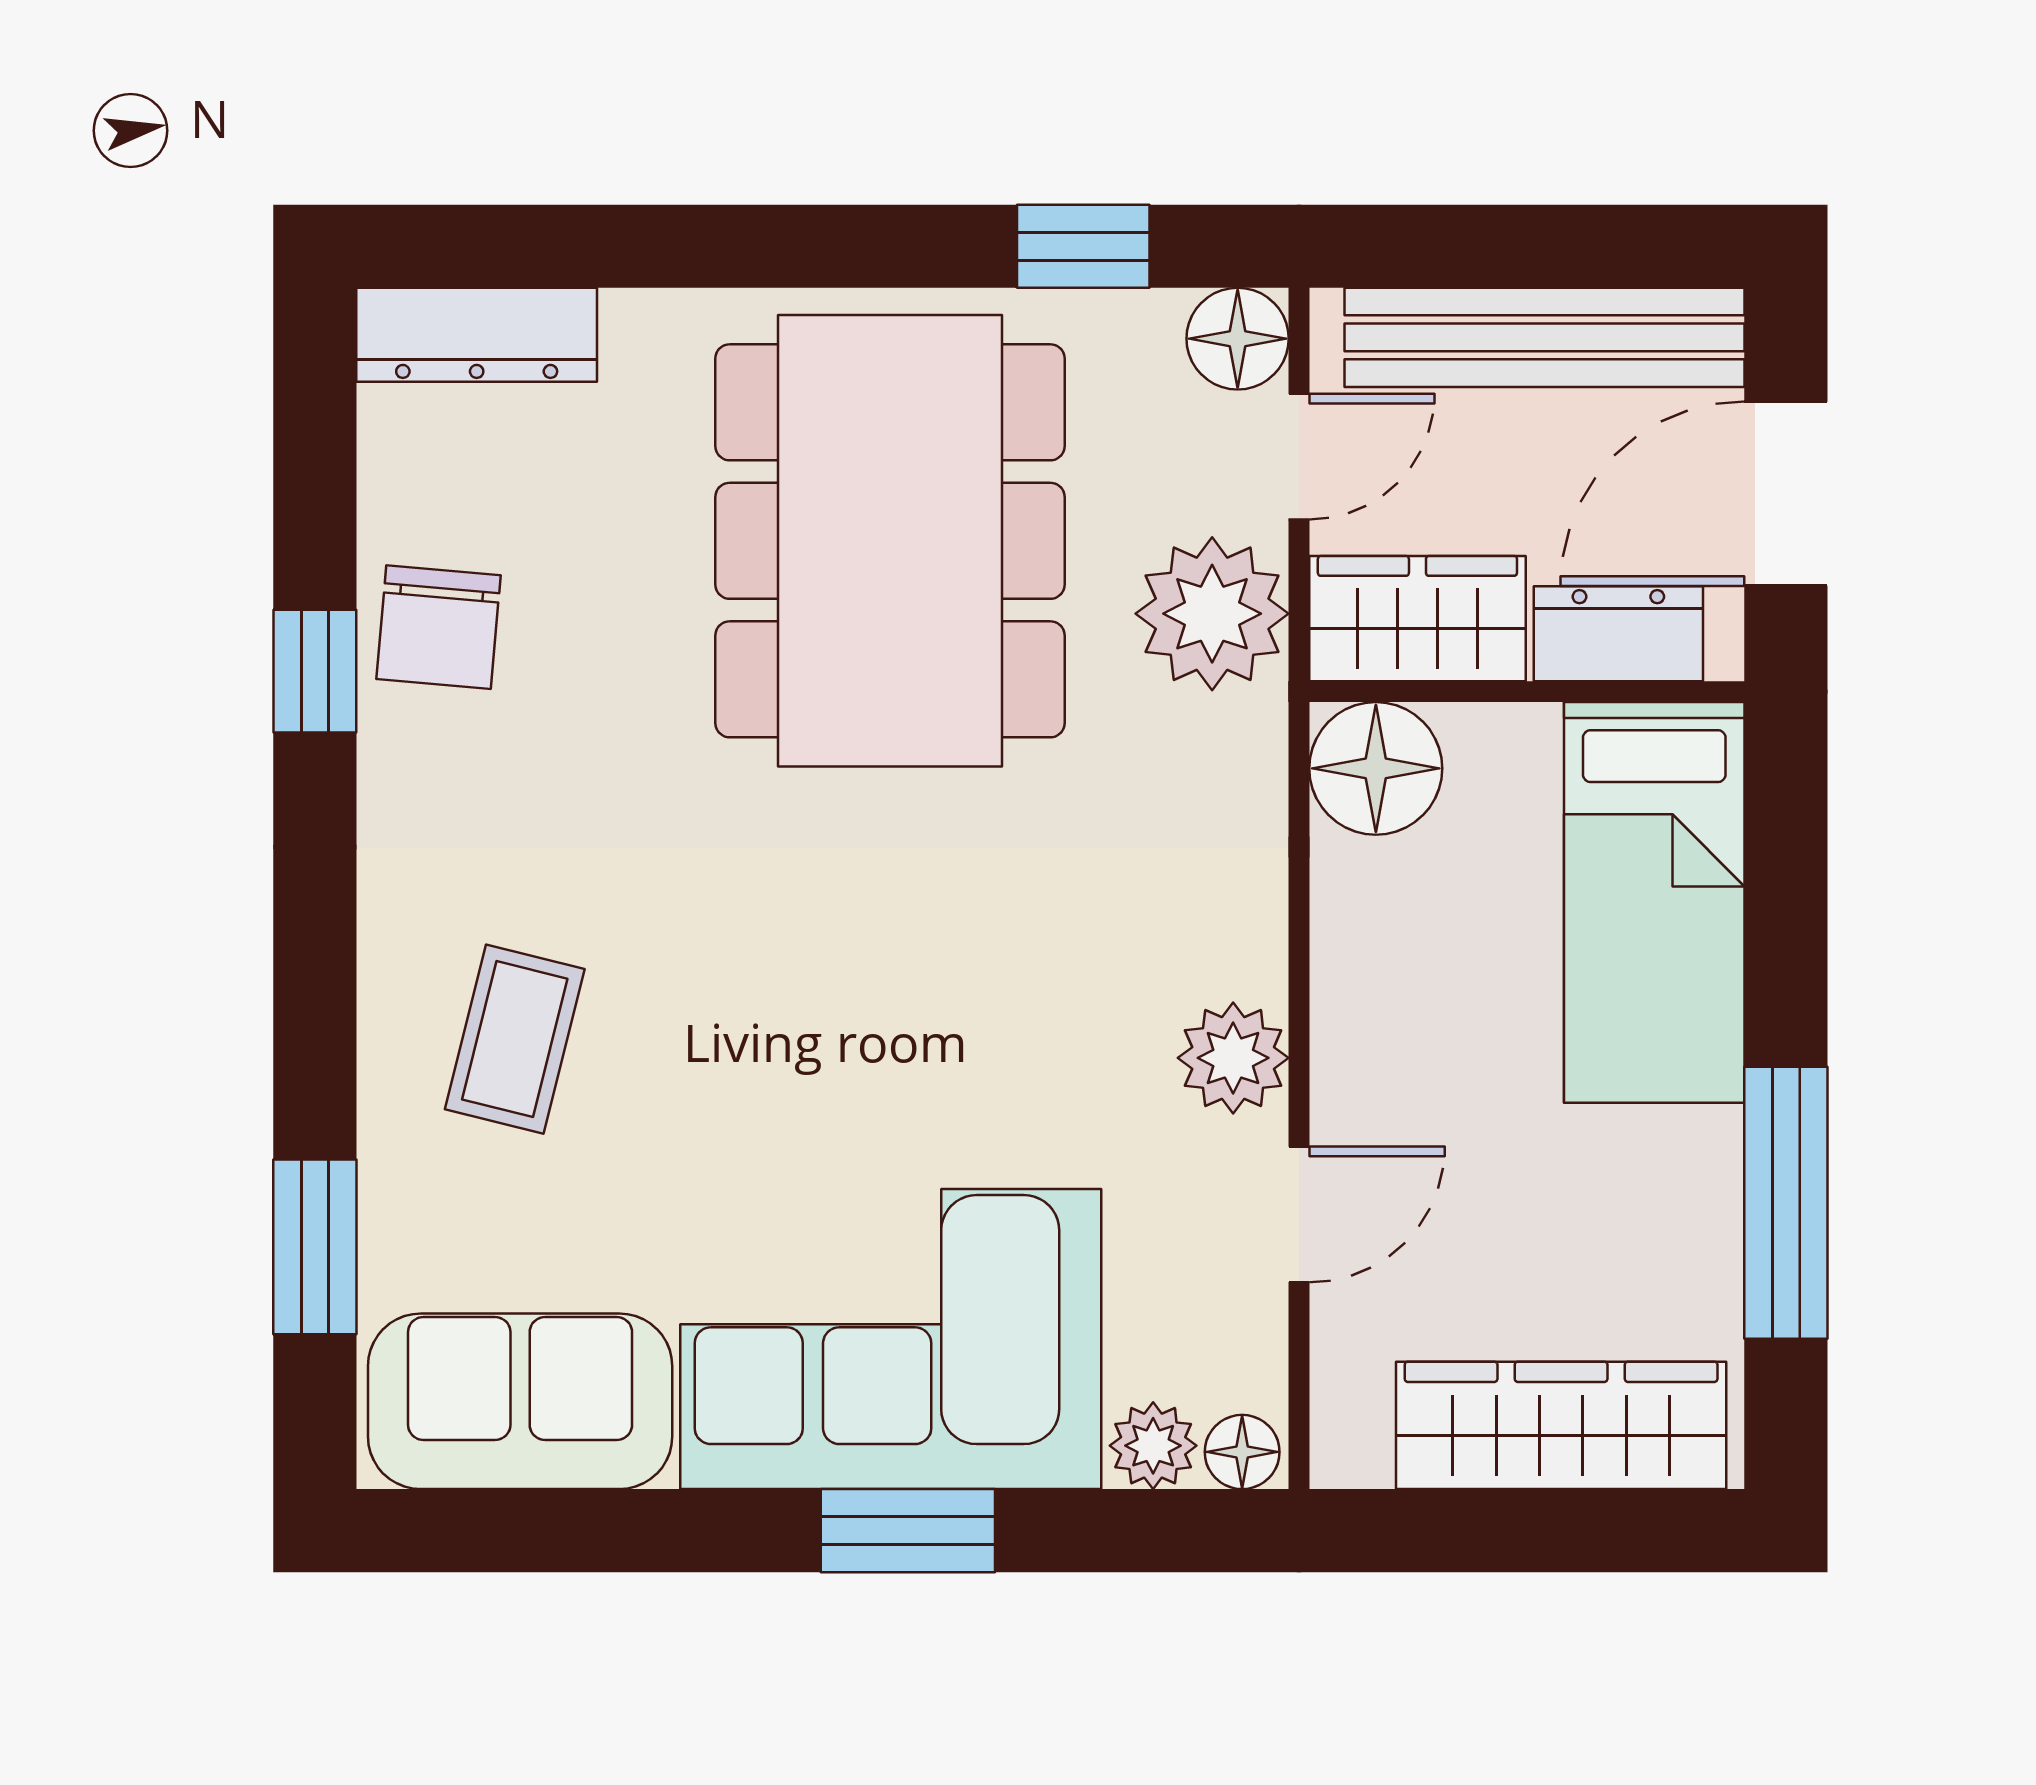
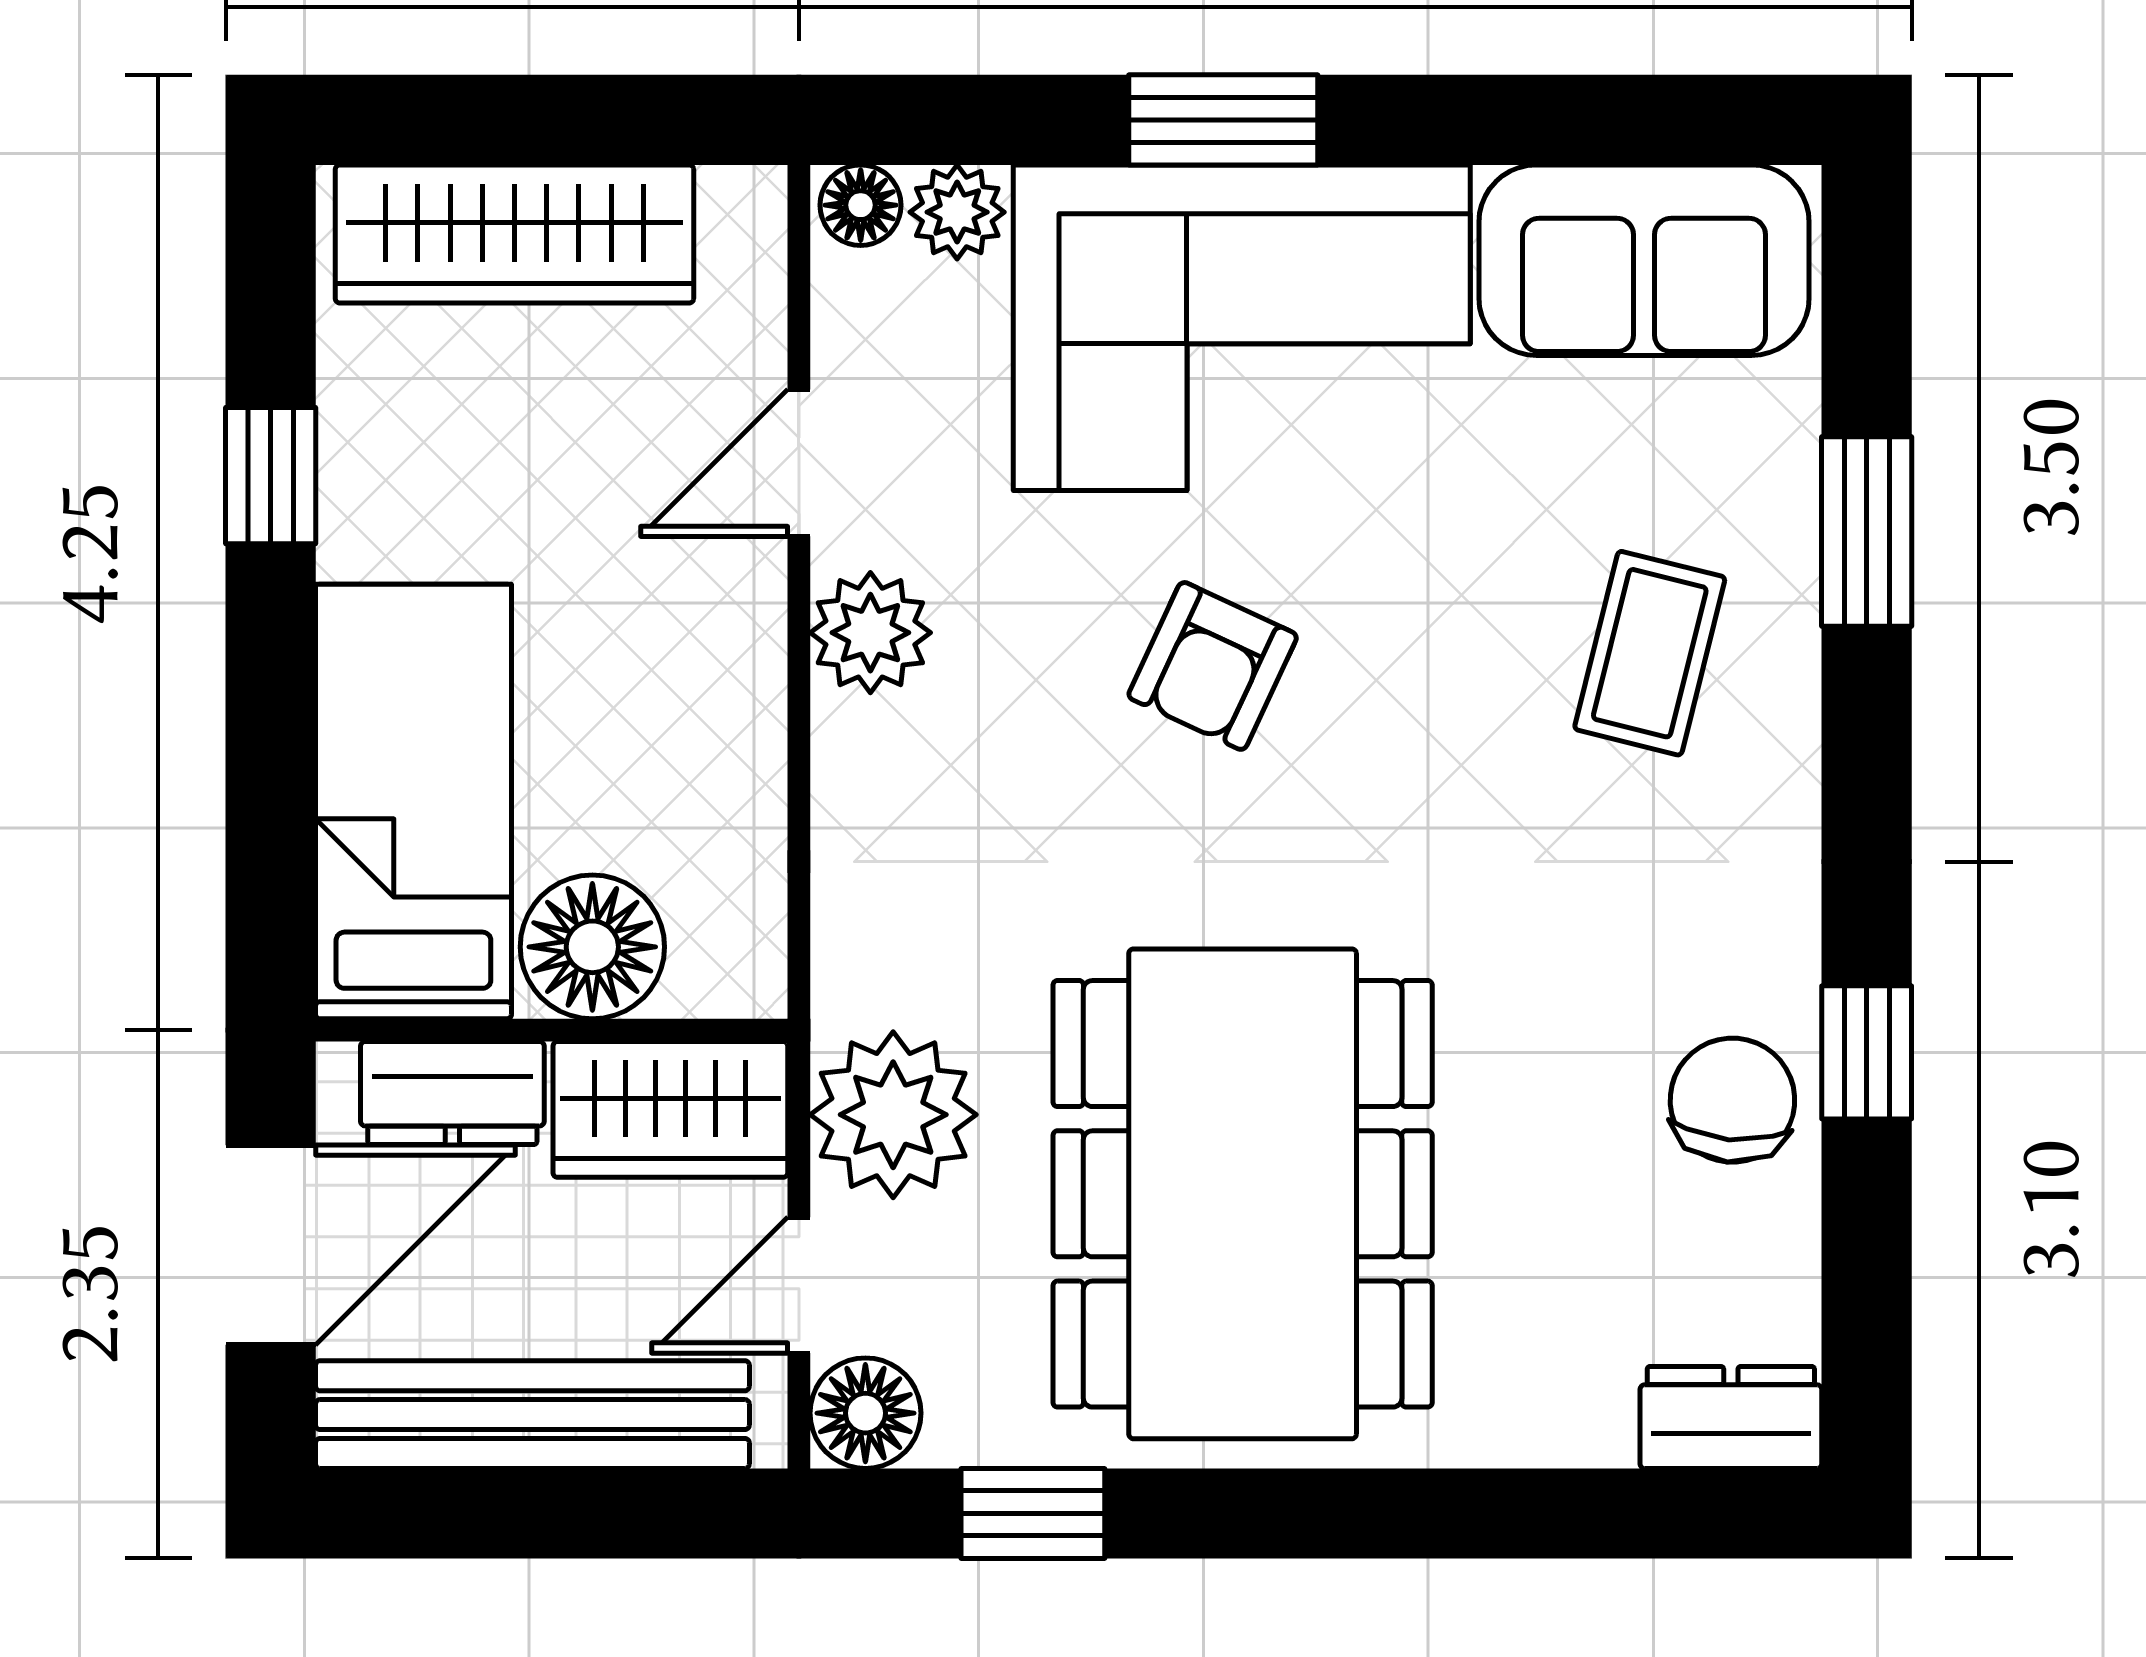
dresser: (477, 335) -> (1731, 1417), width x0.70
floor lamp: (1376, 768) -> (592, 947), moved
armchair: (918, 1027) -> (1213, 666), added
window: (1786, 1203) -> (271, 476), width x0.46
window: (315, 1247) -> (1867, 531), moved

